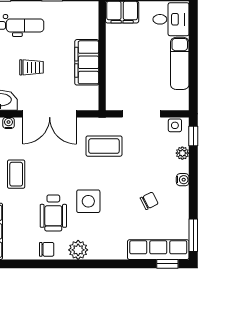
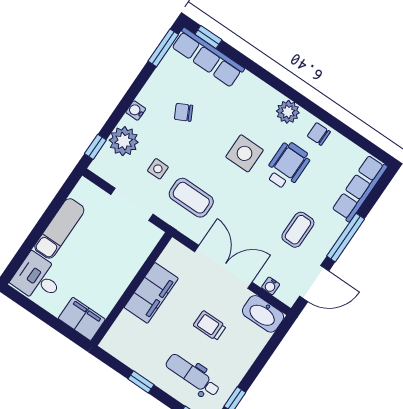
side table: (175, 125) -> (158, 169), moved
plant: (182, 153) -> (124, 141), width x1.88, depth x1.88

